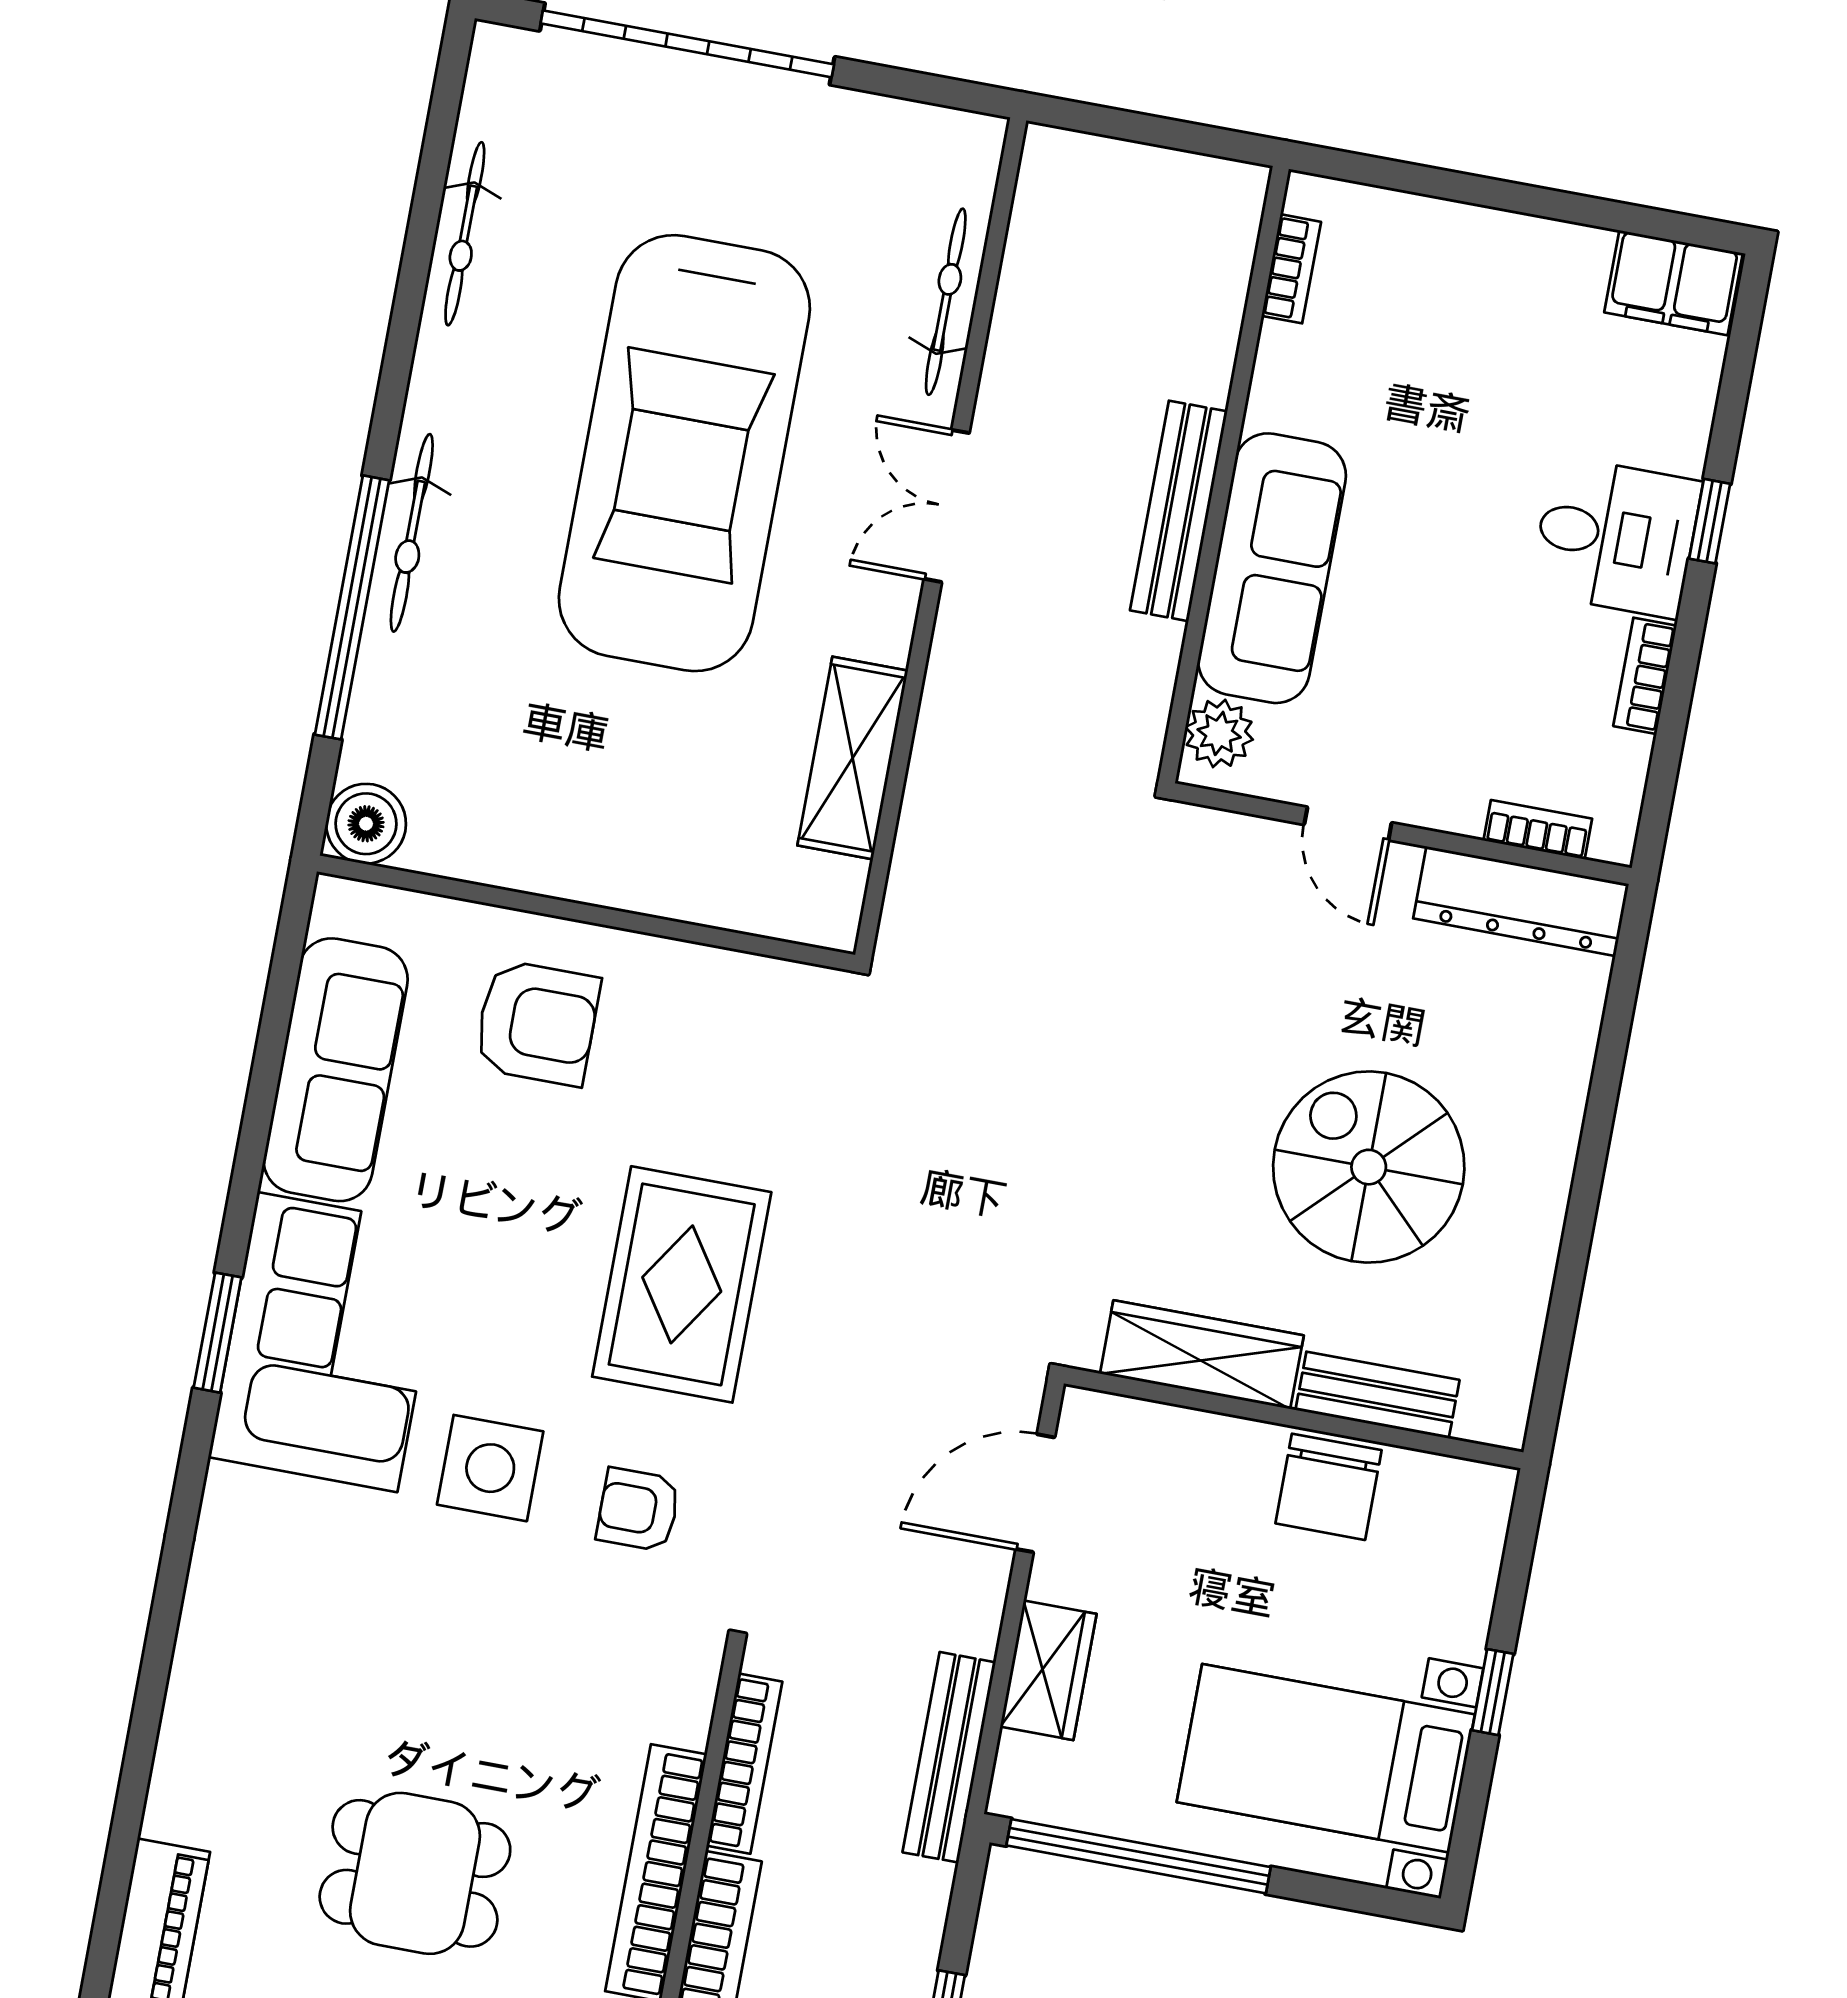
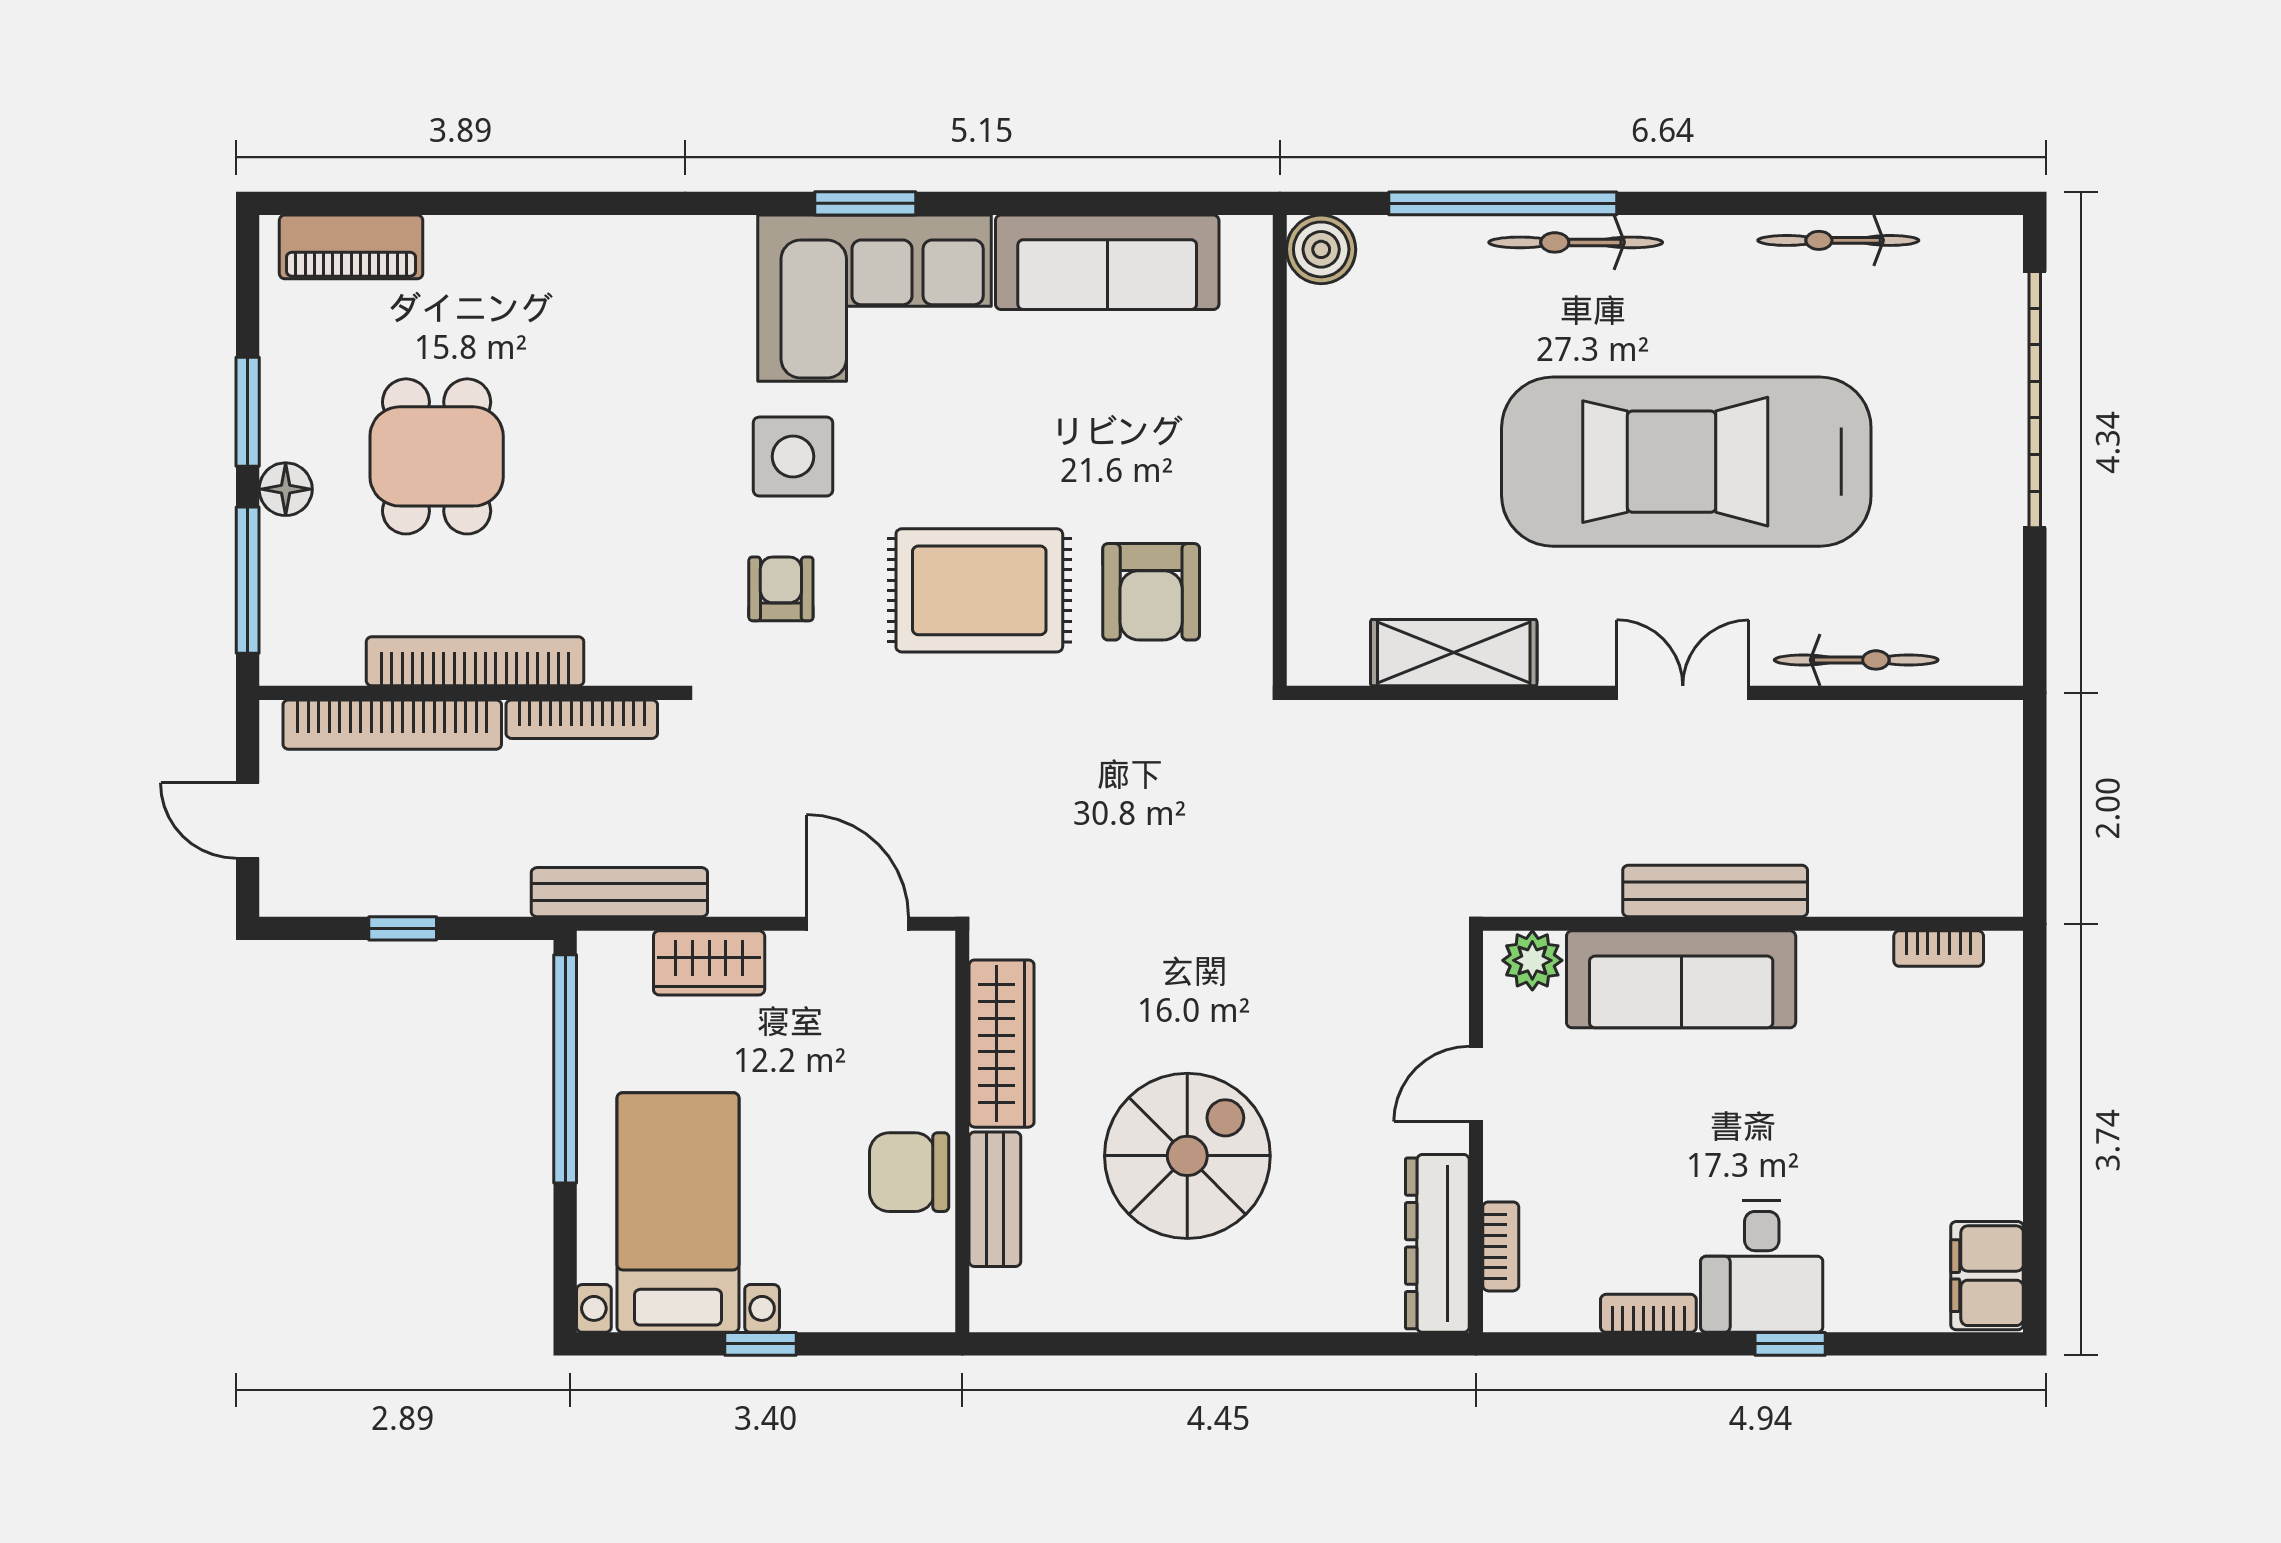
armchair: (537, 1023) -> (1151, 592), moved

